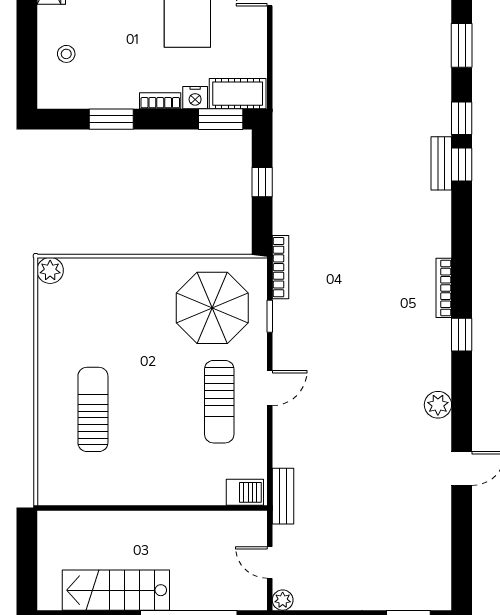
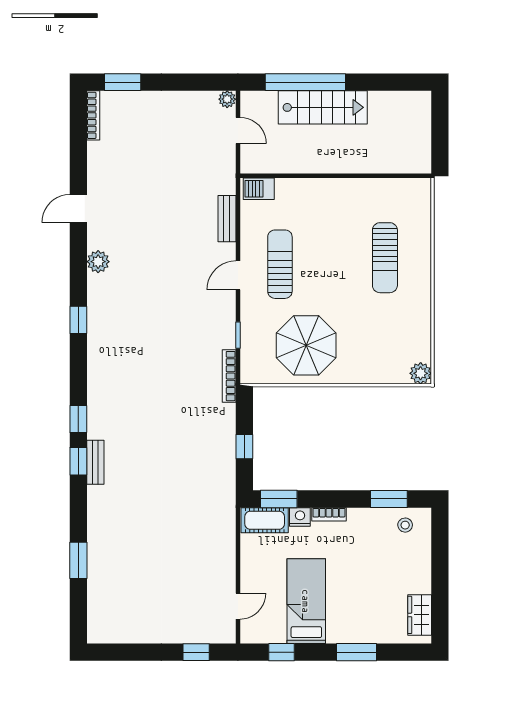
stool: (66, 54) -> (405, 525), moved
window: (462, 118) -> (78, 419), moved
window: (111, 119) -> (389, 499), moved
bookcase: (444, 288) -> (93, 115), moved
parasol: (212, 308) -> (306, 345), moved
bench: (283, 496) -> (227, 219), moved
stairs: (116, 590) -> (323, 107), moved

